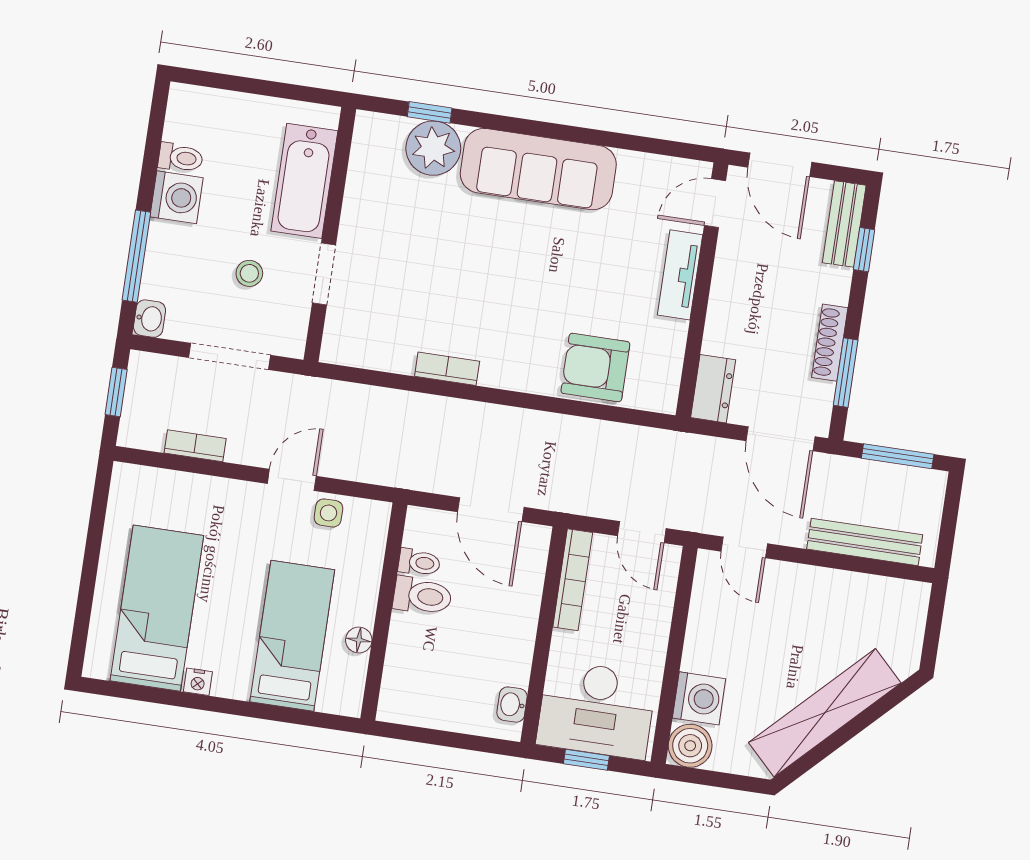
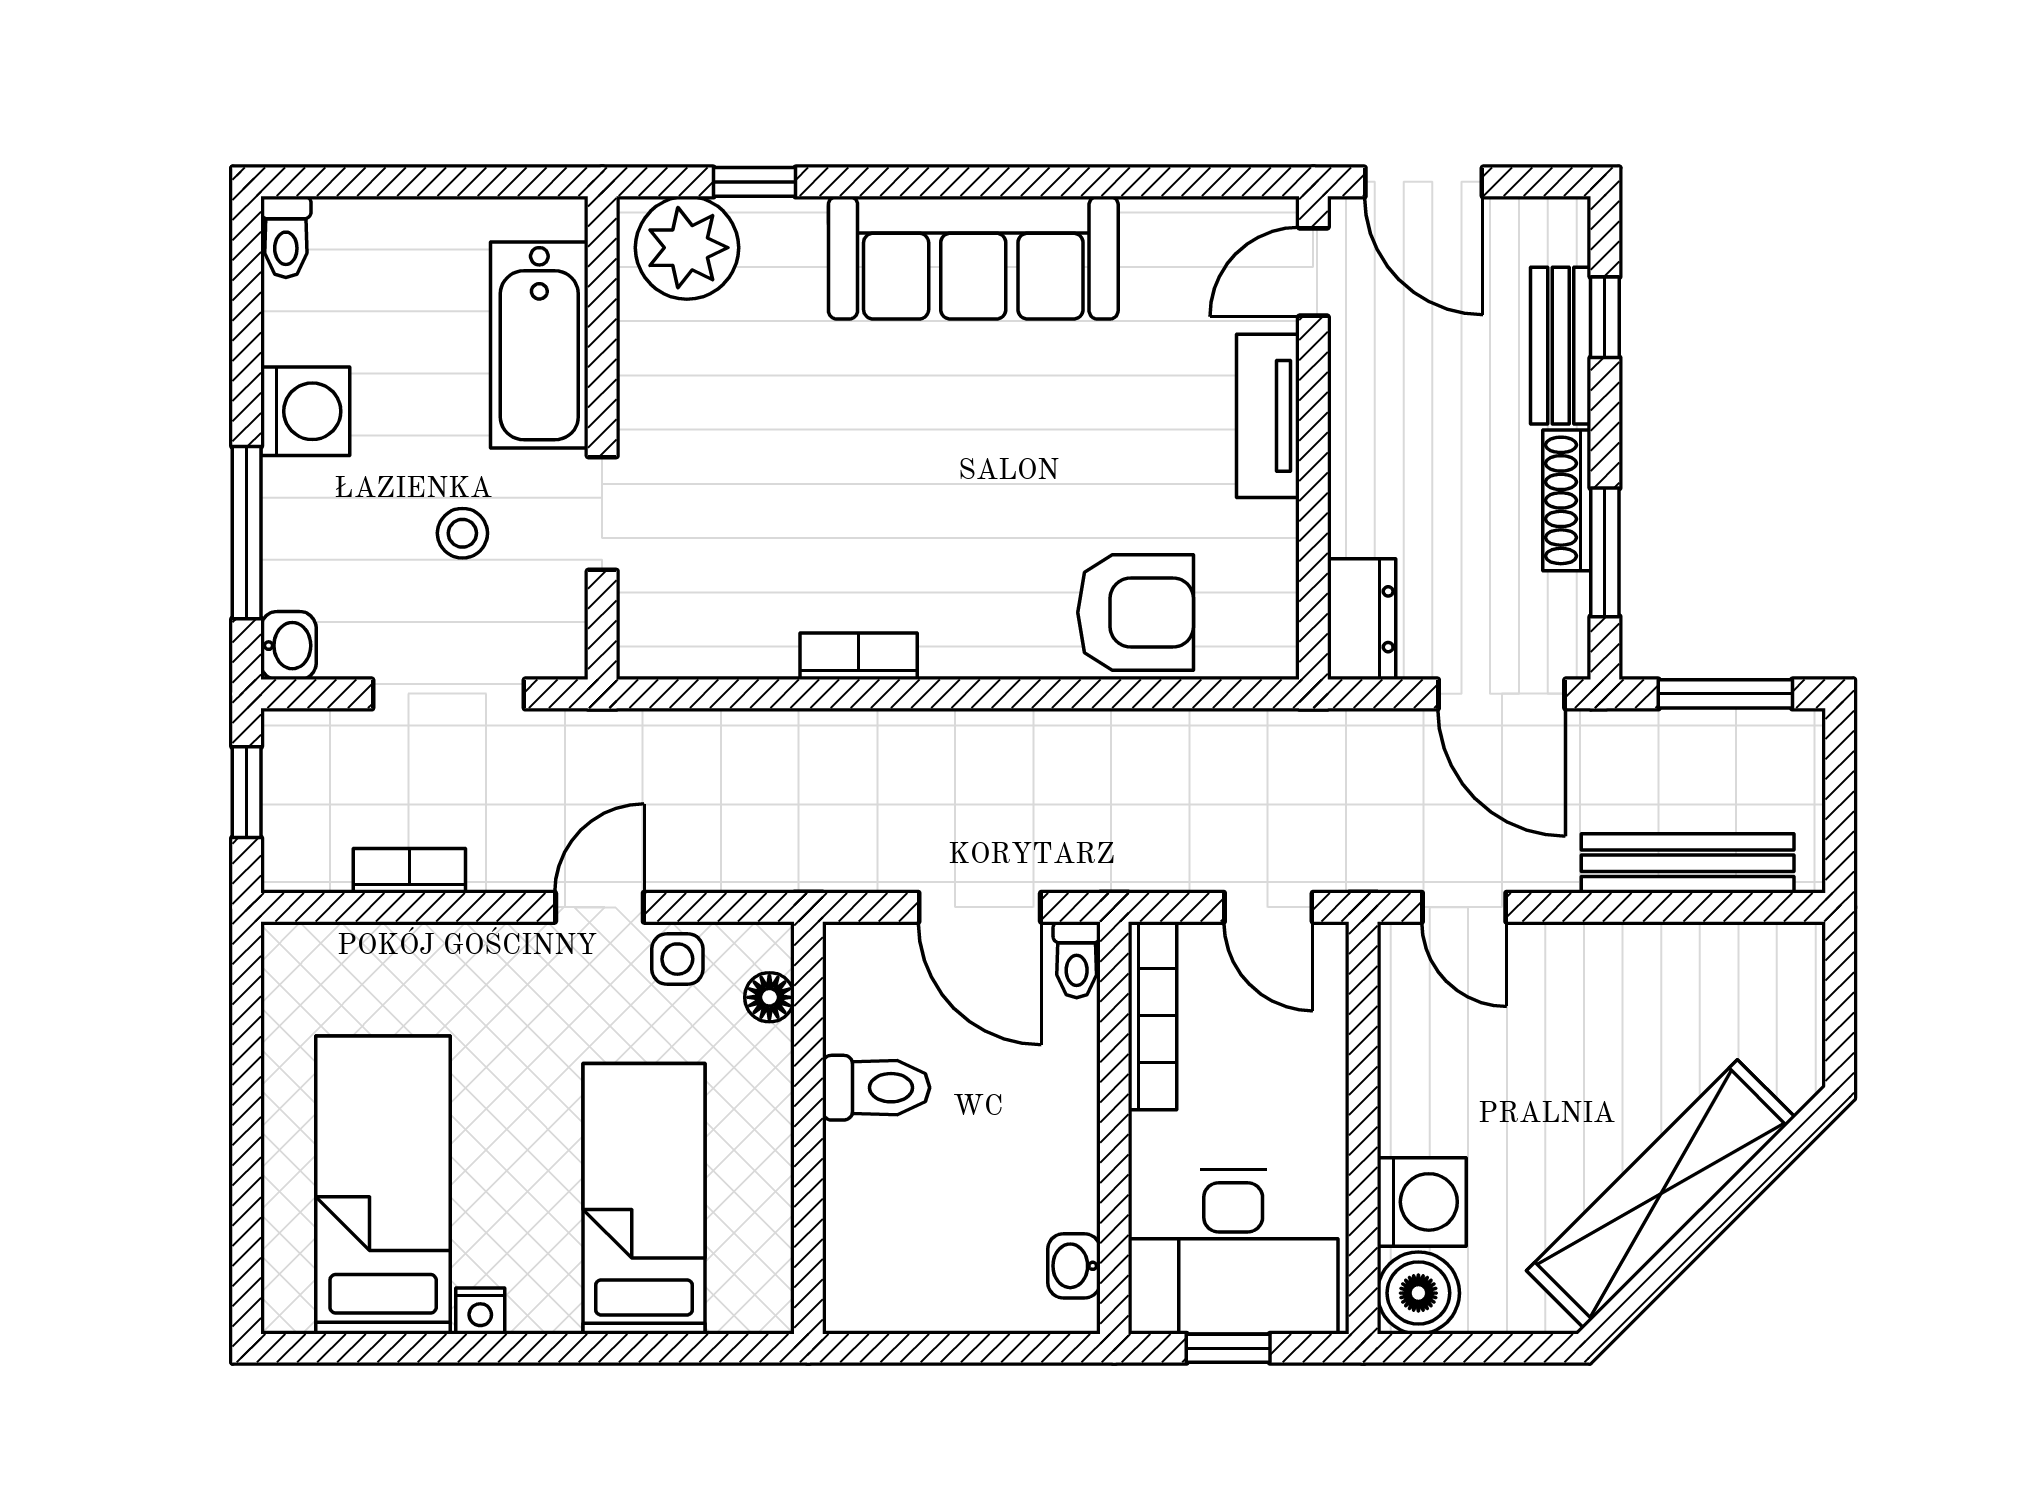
plant: (433, 148) -> (687, 248), moved
toilet: (181, 158) -> (286, 237), moved, turned 90
bench: (844, 224) -> (1561, 346), moved
armchair: (595, 368) -> (1136, 613), turned 180
toilet: (419, 562) -> (1077, 960), moved, turned 90
floor lamp: (359, 640) -> (769, 997), moved

